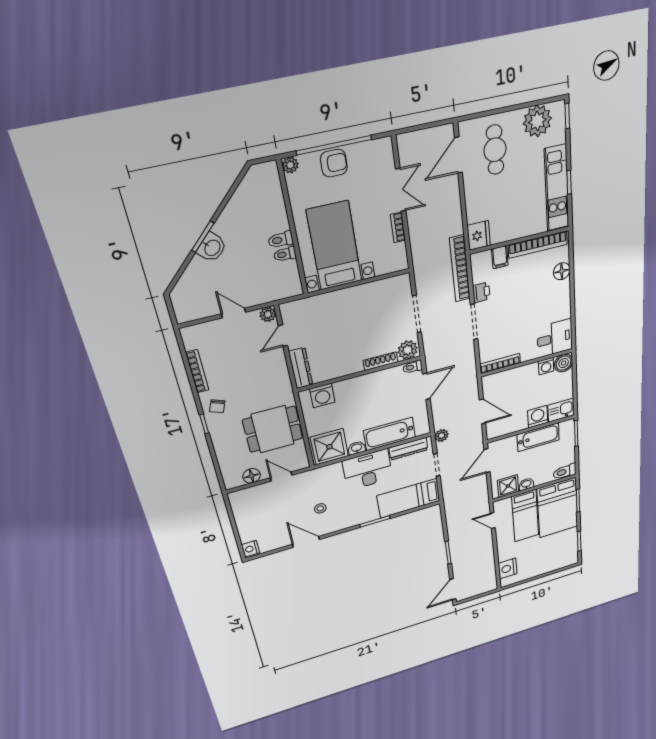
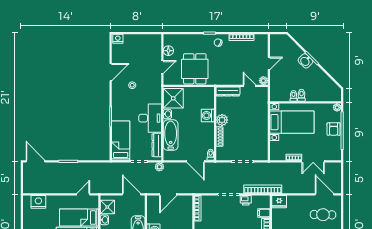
plant: (408, 350) -> (222, 120), moved
washing machine: (322, 396) -> (208, 115), moved

